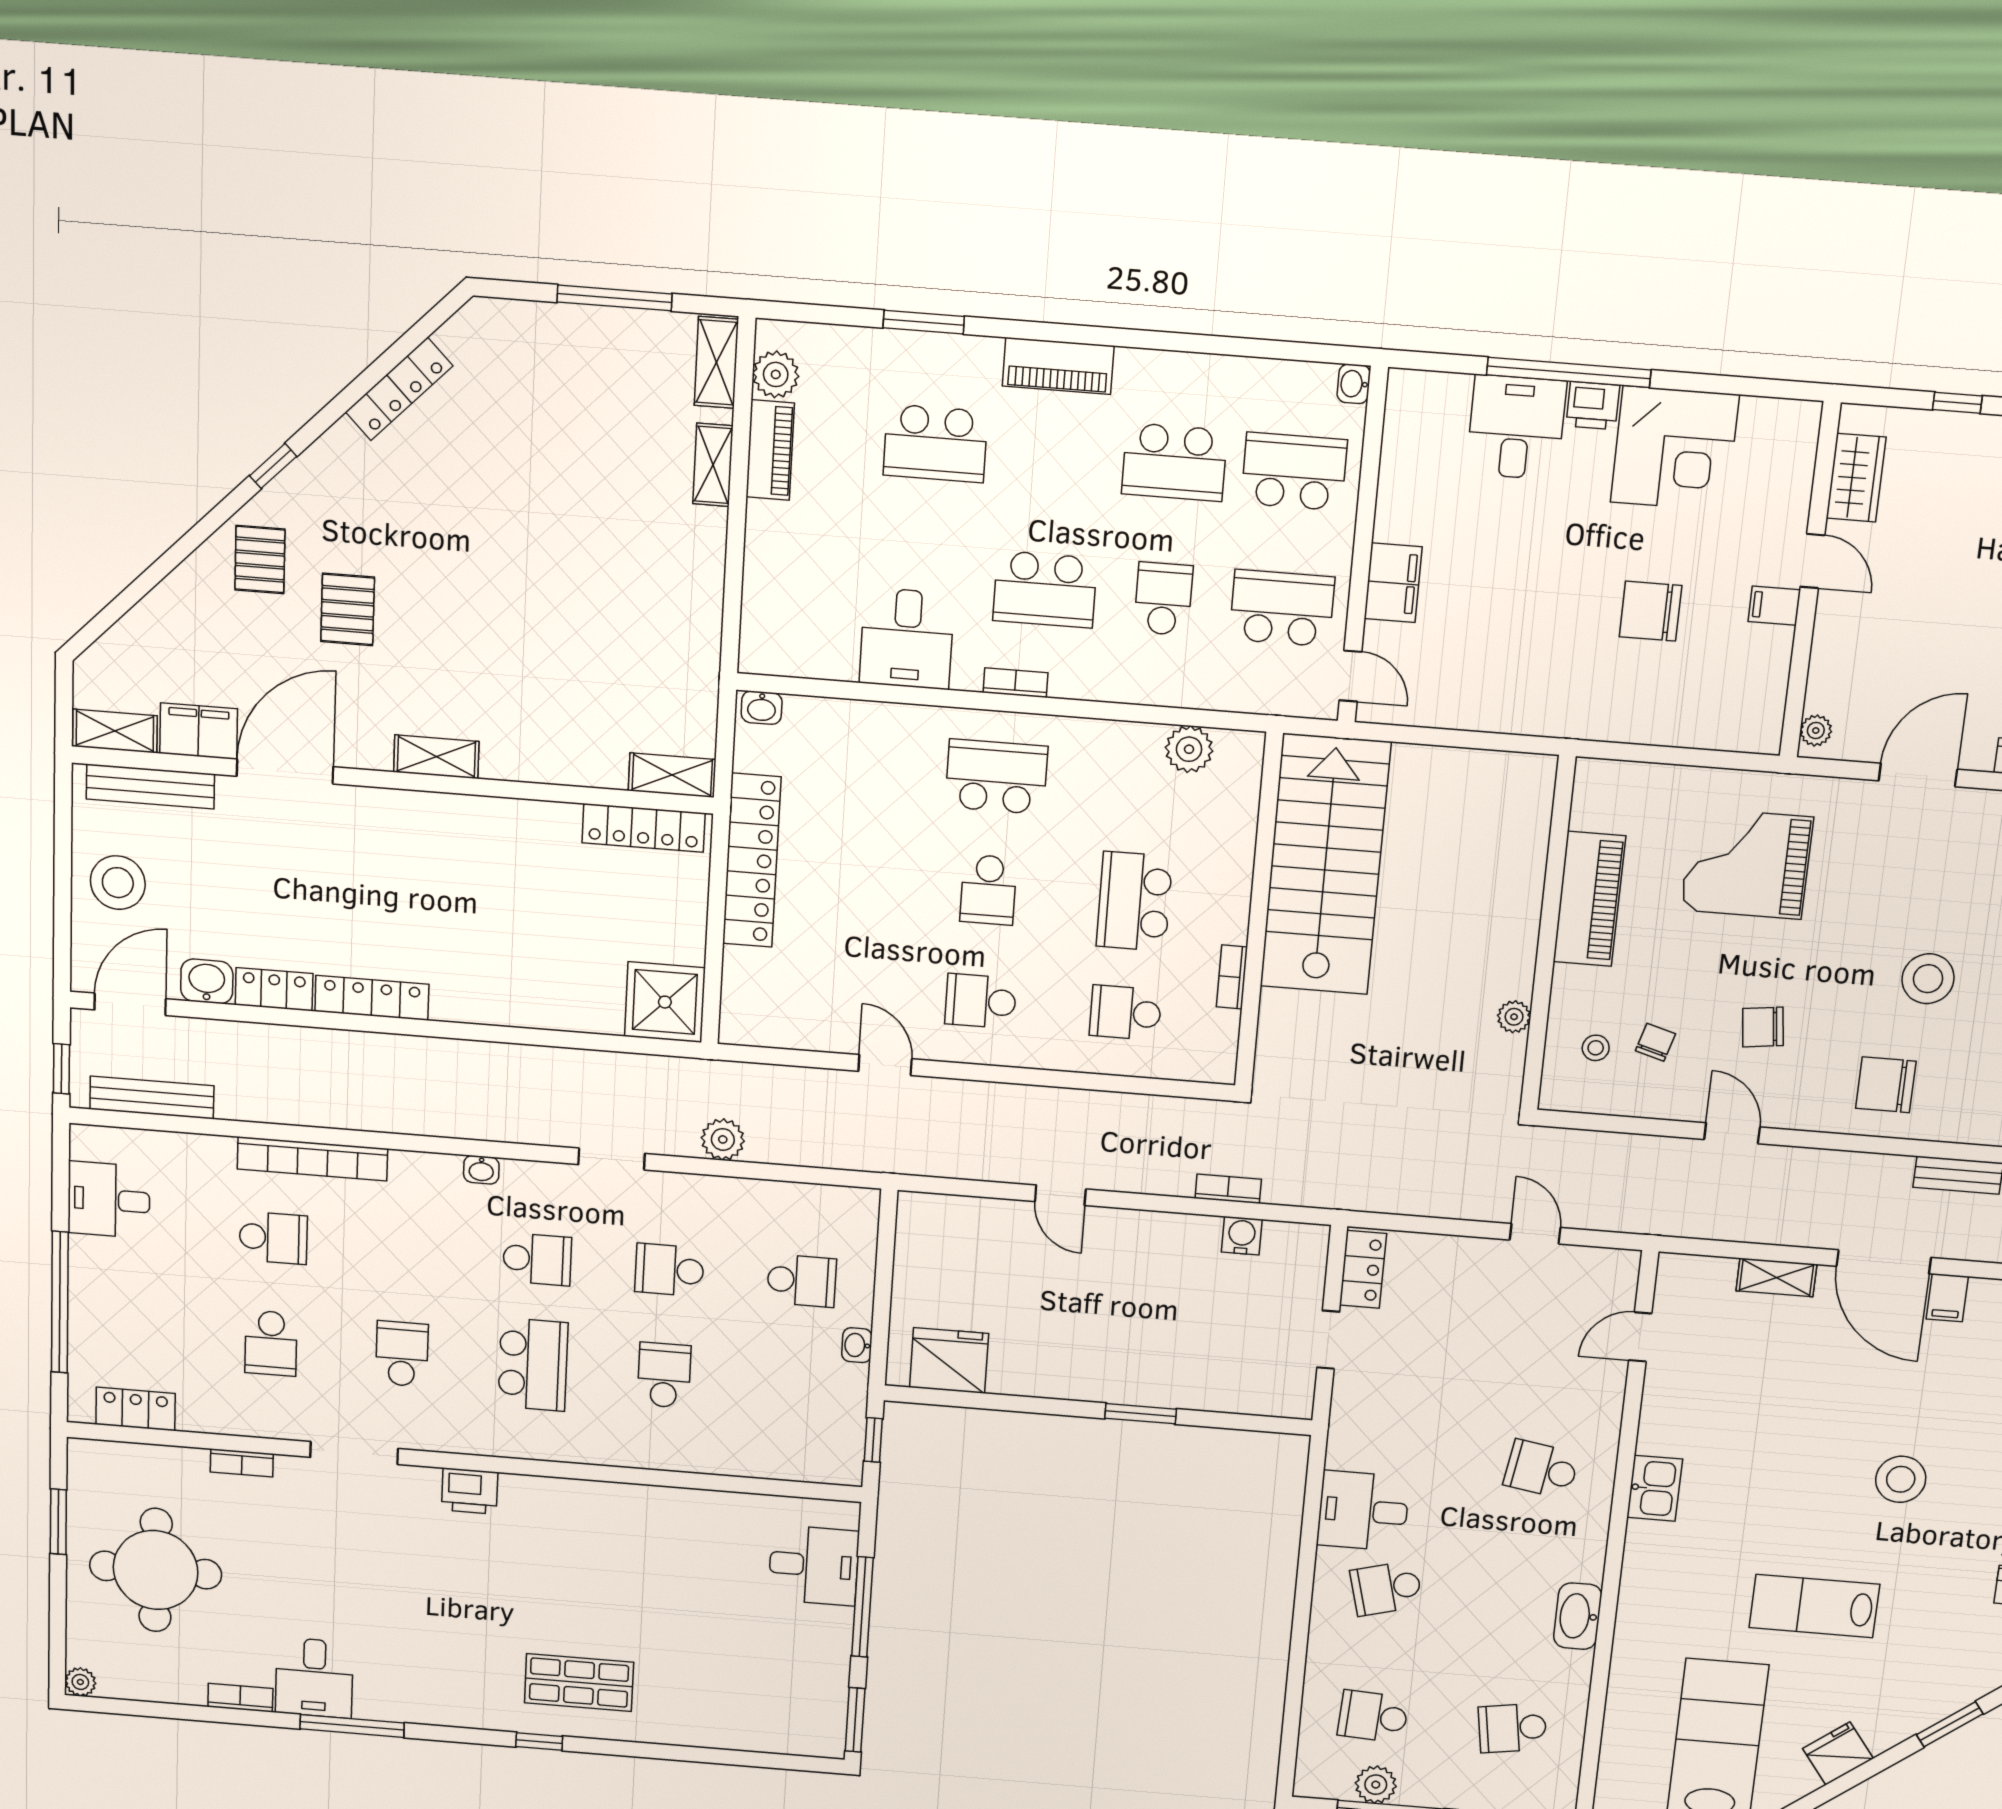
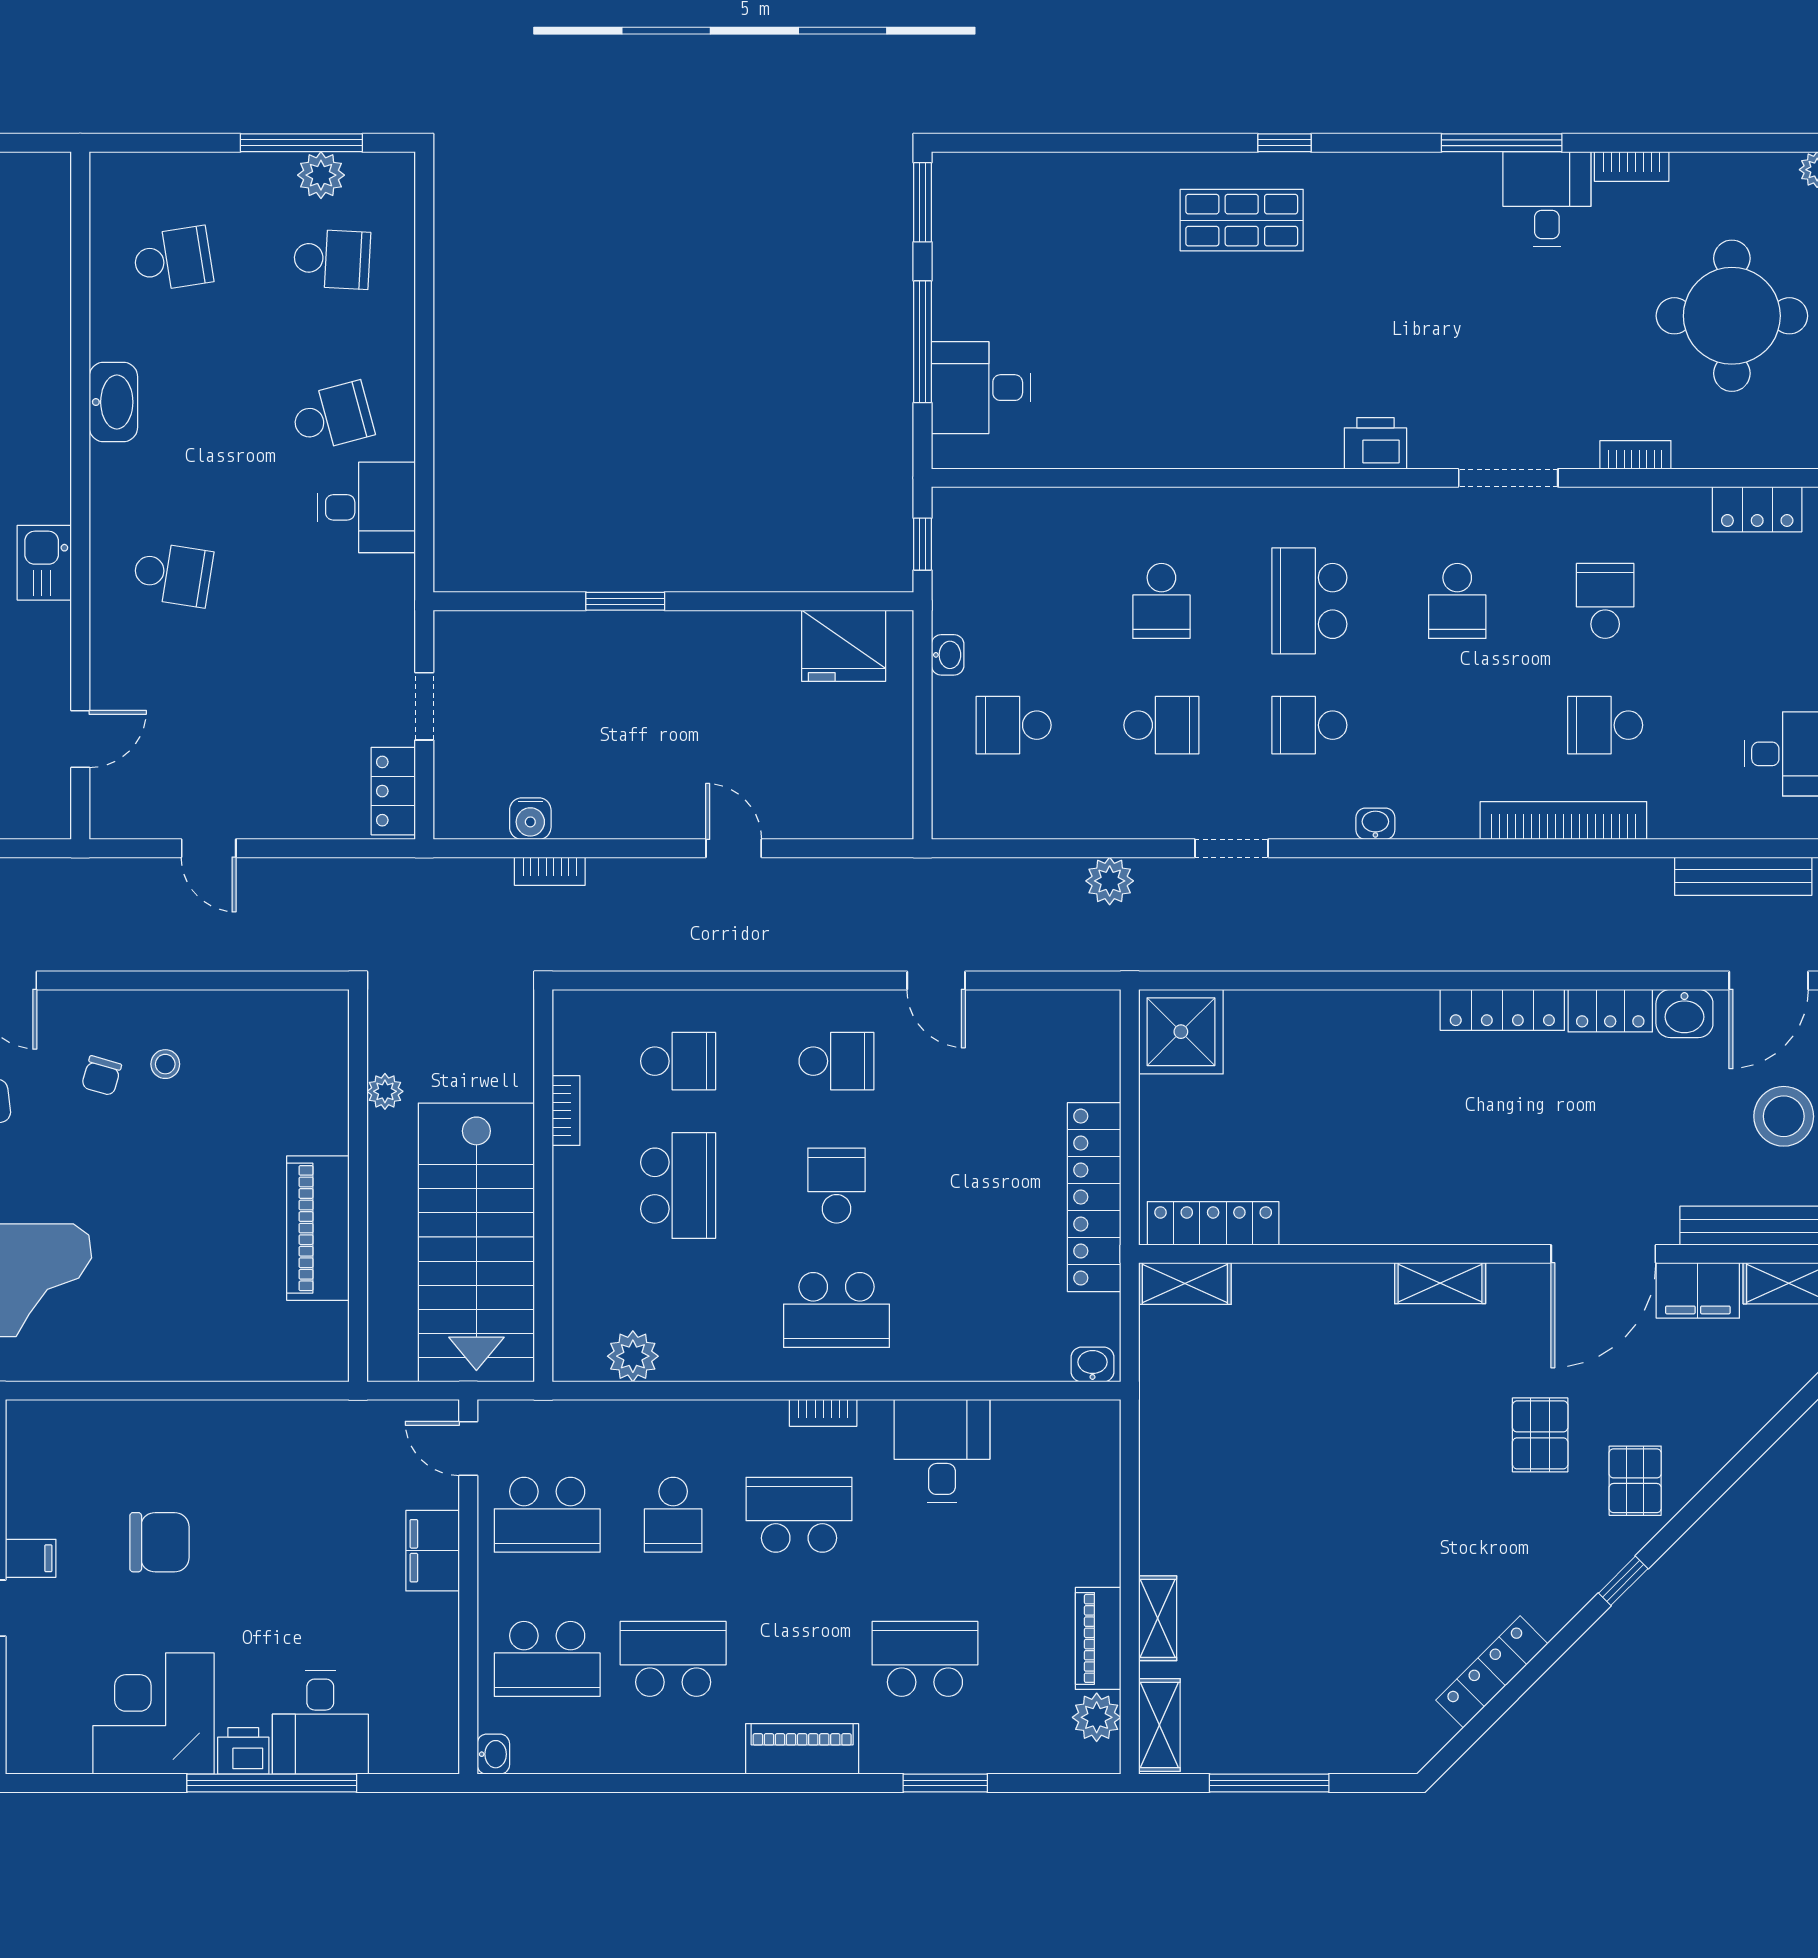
piano: (1589, 899) -> (318, 1228), moved
wall: (1548, 934) -> (358, 1186), moved
plant: (1514, 1017) -> (385, 1091), moved

